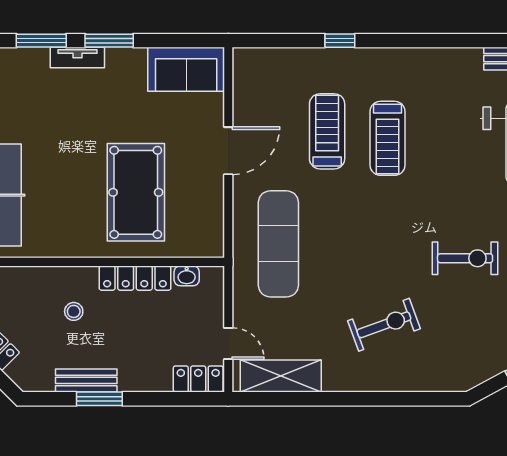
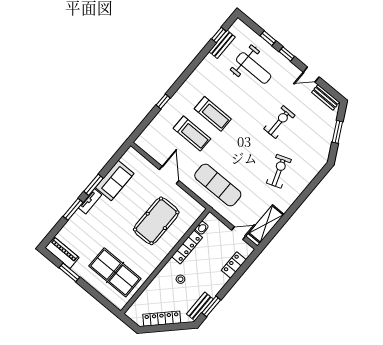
sofa: (186, 69) -> (115, 181), moved
treadmill: (327, 131) -> (192, 134), turned 180
pool table: (136, 192) -> (156, 221), turned 90
locker: (198, 379) -> (234, 265), moved
bench: (86, 380) -> (200, 307), moved
window: (99, 399) -> (211, 306), moved

